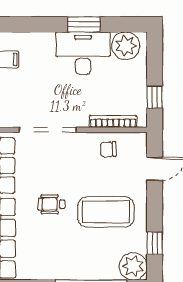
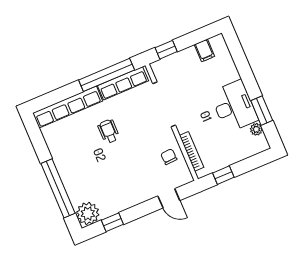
window: (84, 24) -> (262, 111), moved
plant: (126, 46) -> (256, 129), width x0.53, depth x0.53
coffee table: (106, 212) -> (120, 175), removed

